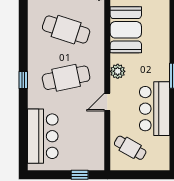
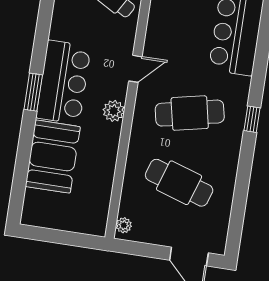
booth: (126, 30) -> (53, 157), moved
bar counter: (155, 109) -> (63, 82), moved

